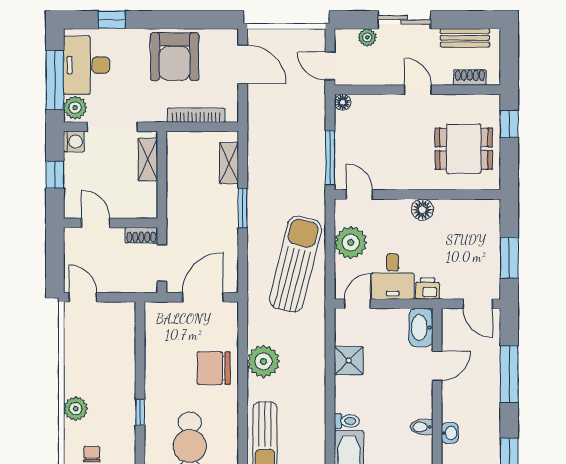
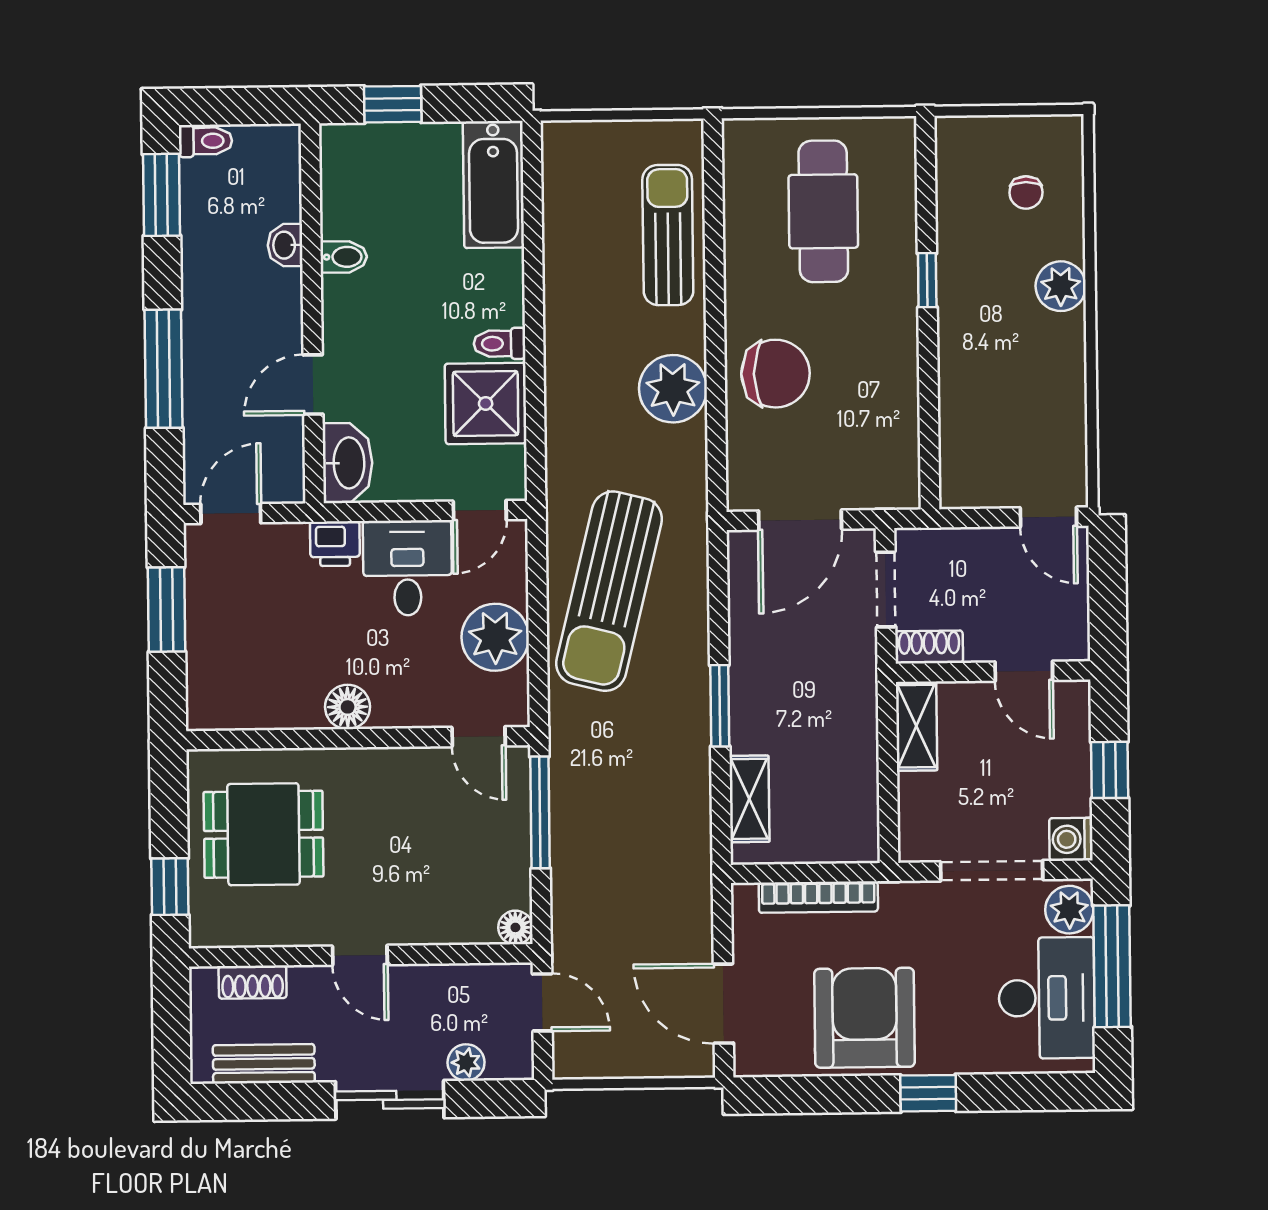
window: (112, 20) -> (928, 1093), moved
shelving: (148, 159) -> (916, 726), moved
door: (478, 304) -> (231, 513), hinge flipped
shower: (349, 361) -> (486, 403), width x1.36, depth x1.36
toilet: (347, 421) -> (500, 344), moved

